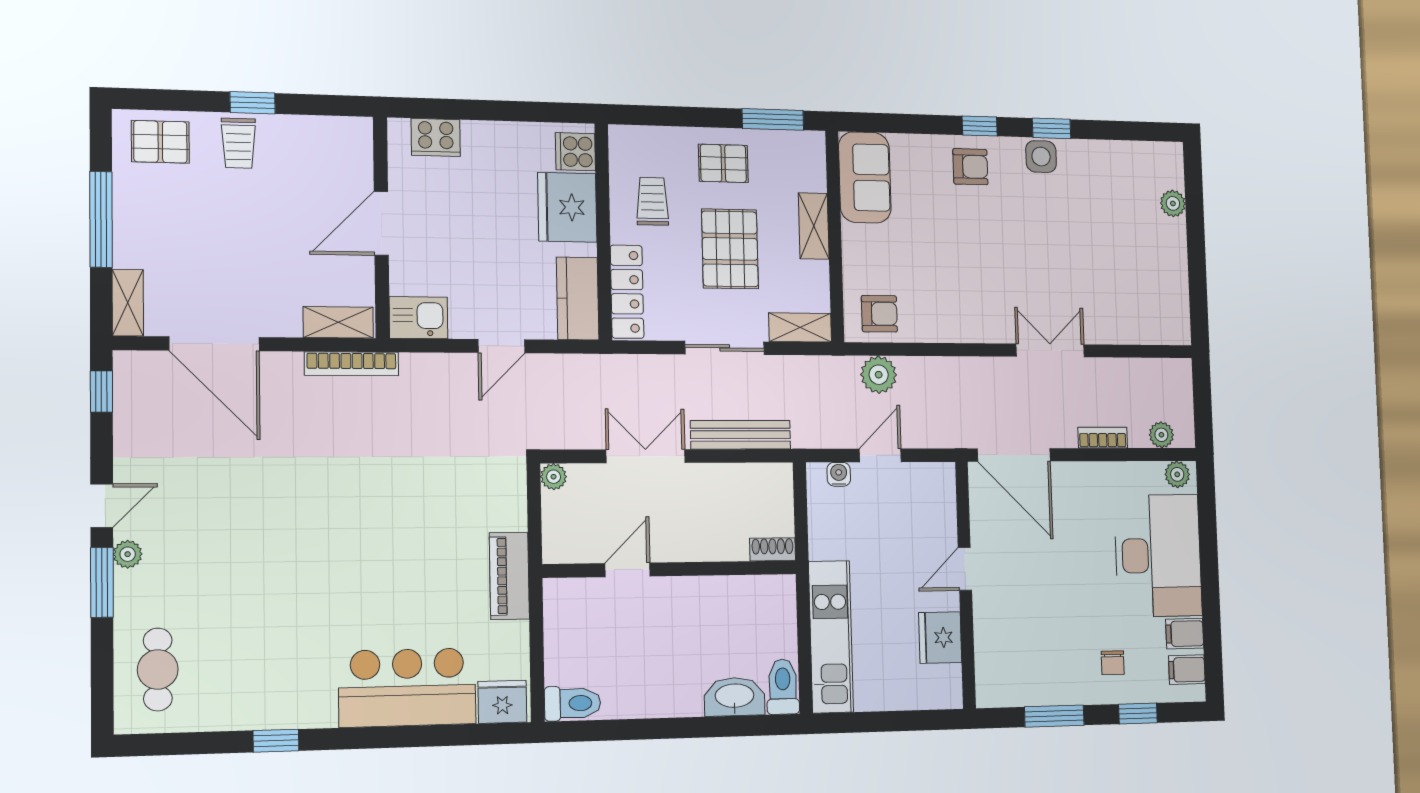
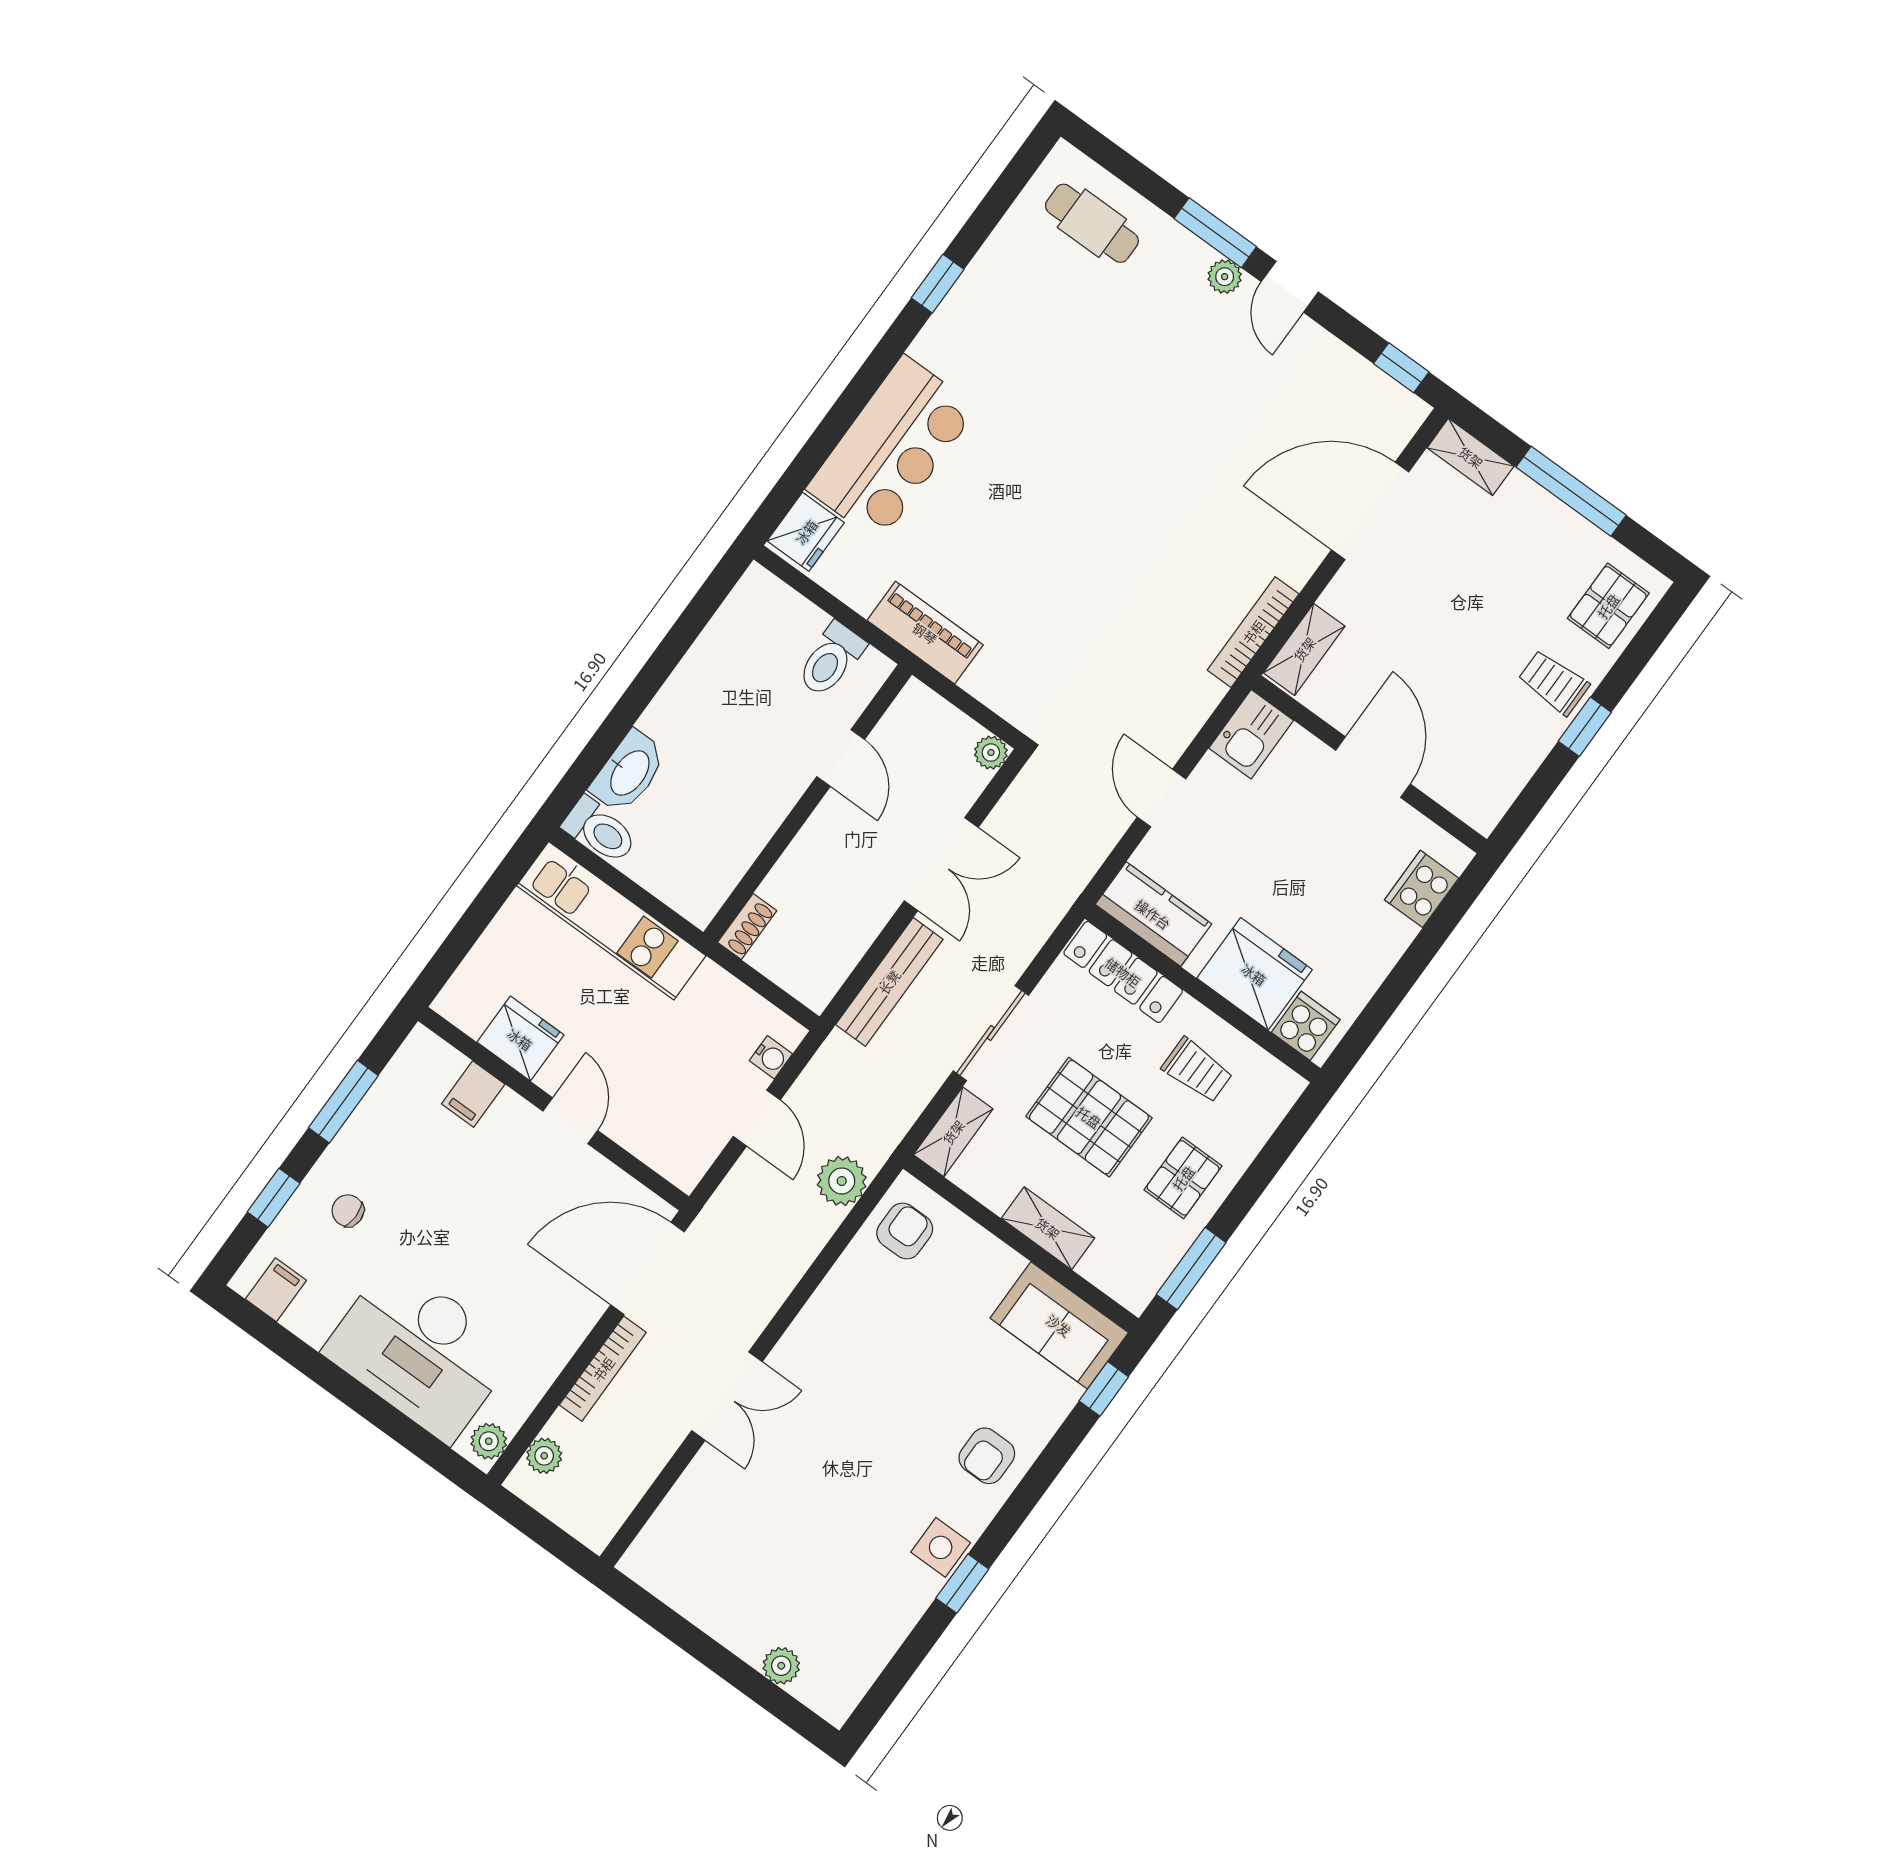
window: (980, 126) -> (1104, 1389), moved
armchair: (879, 314) -> (905, 1231), turned 180
bookcase: (1103, 438) -> (603, 1369), width x1.56
filing cabinet: (1185, 634) -> (473, 1094), moved, turned 180
toilet: (573, 703) -> (831, 660), moved

